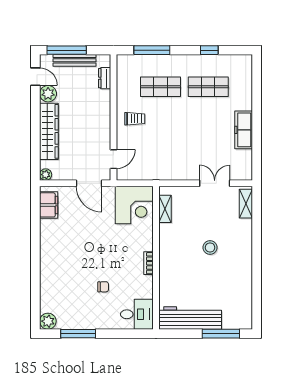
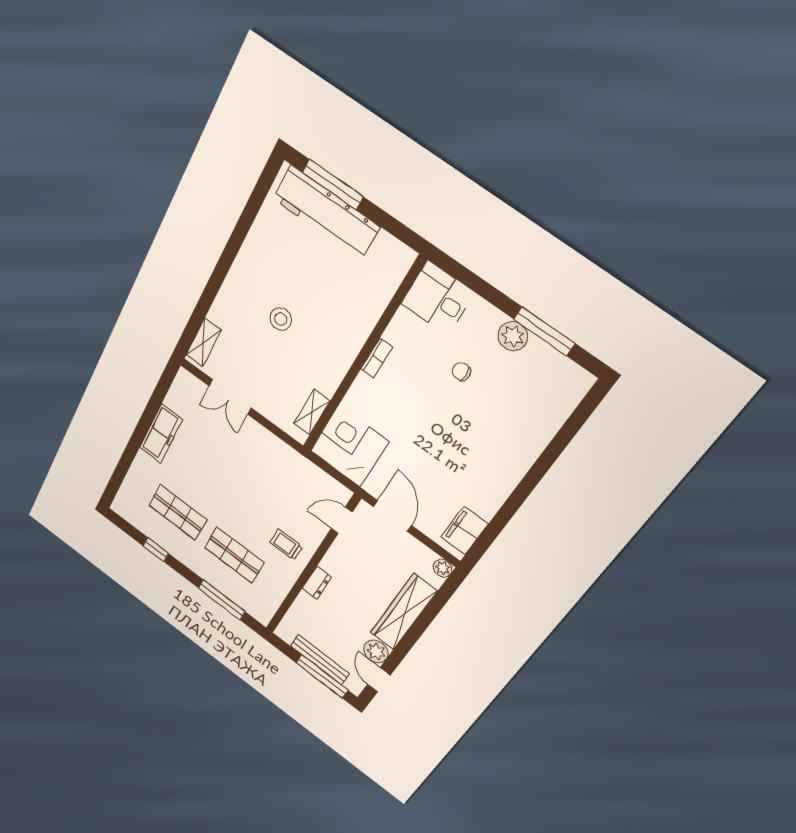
dresser: (105, 78) -> (317, 583), moved
workbench: (190, 318) -> (326, 213), moved
plant: (48, 321) -> (513, 336), moved

